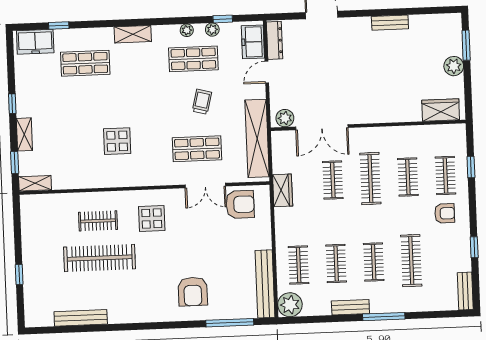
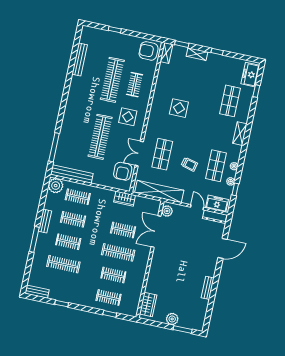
armchair: (445, 213) -> (86, 291), removed
clothes rail: (195, 254) -> (100, 137), added
armchair: (193, 292) -> (149, 51), moved

